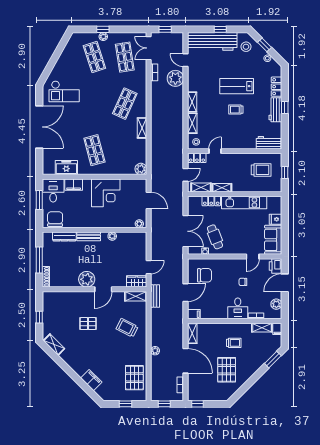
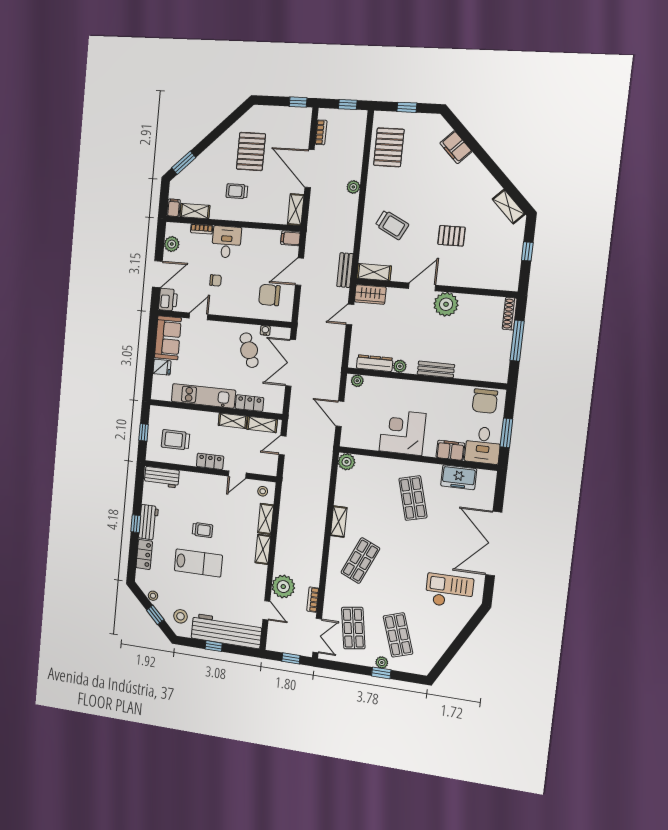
locker: (197, 158) -> (210, 461), moved
dresser: (64, 237) -> (375, 363), moved

